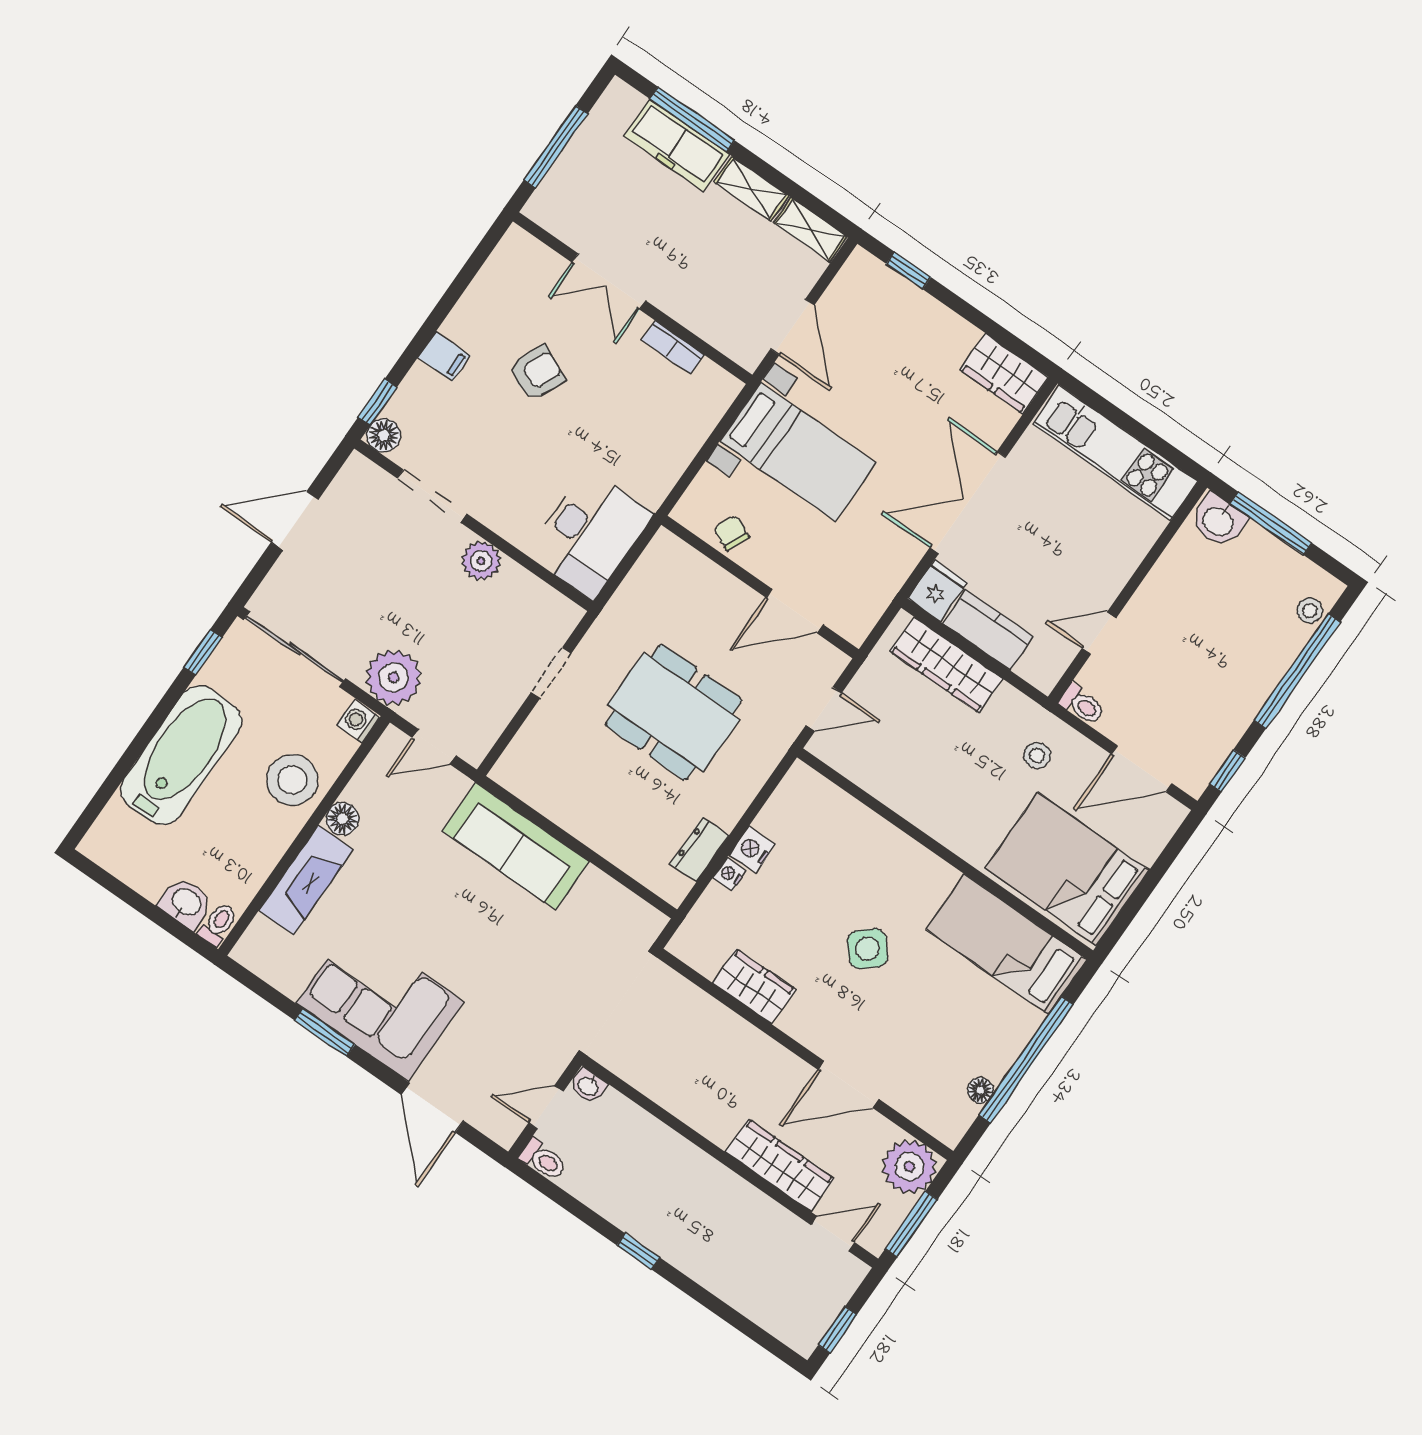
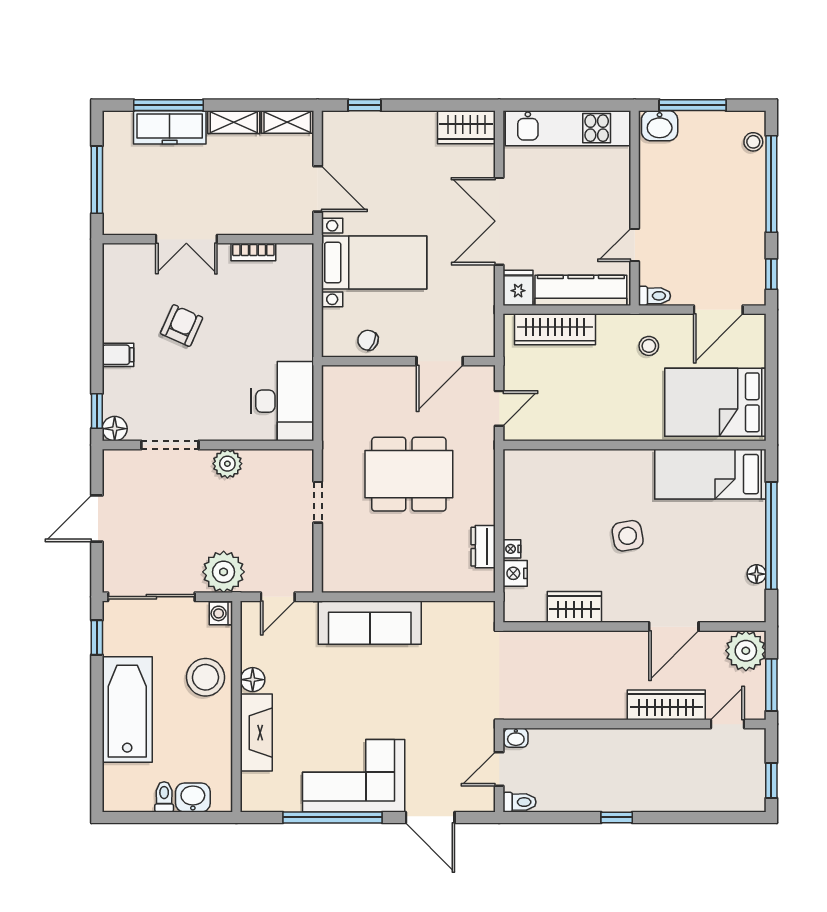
kitchen counter: (988, 630) -> (581, 290), width x1.50
nightstand: (752, 850) -> (515, 573), moved
toilet: (218, 924) -> (164, 797), moved
side table: (867, 949) -> (628, 536), turned 31
window: (325, 1033) -> (333, 817), width x2.11

